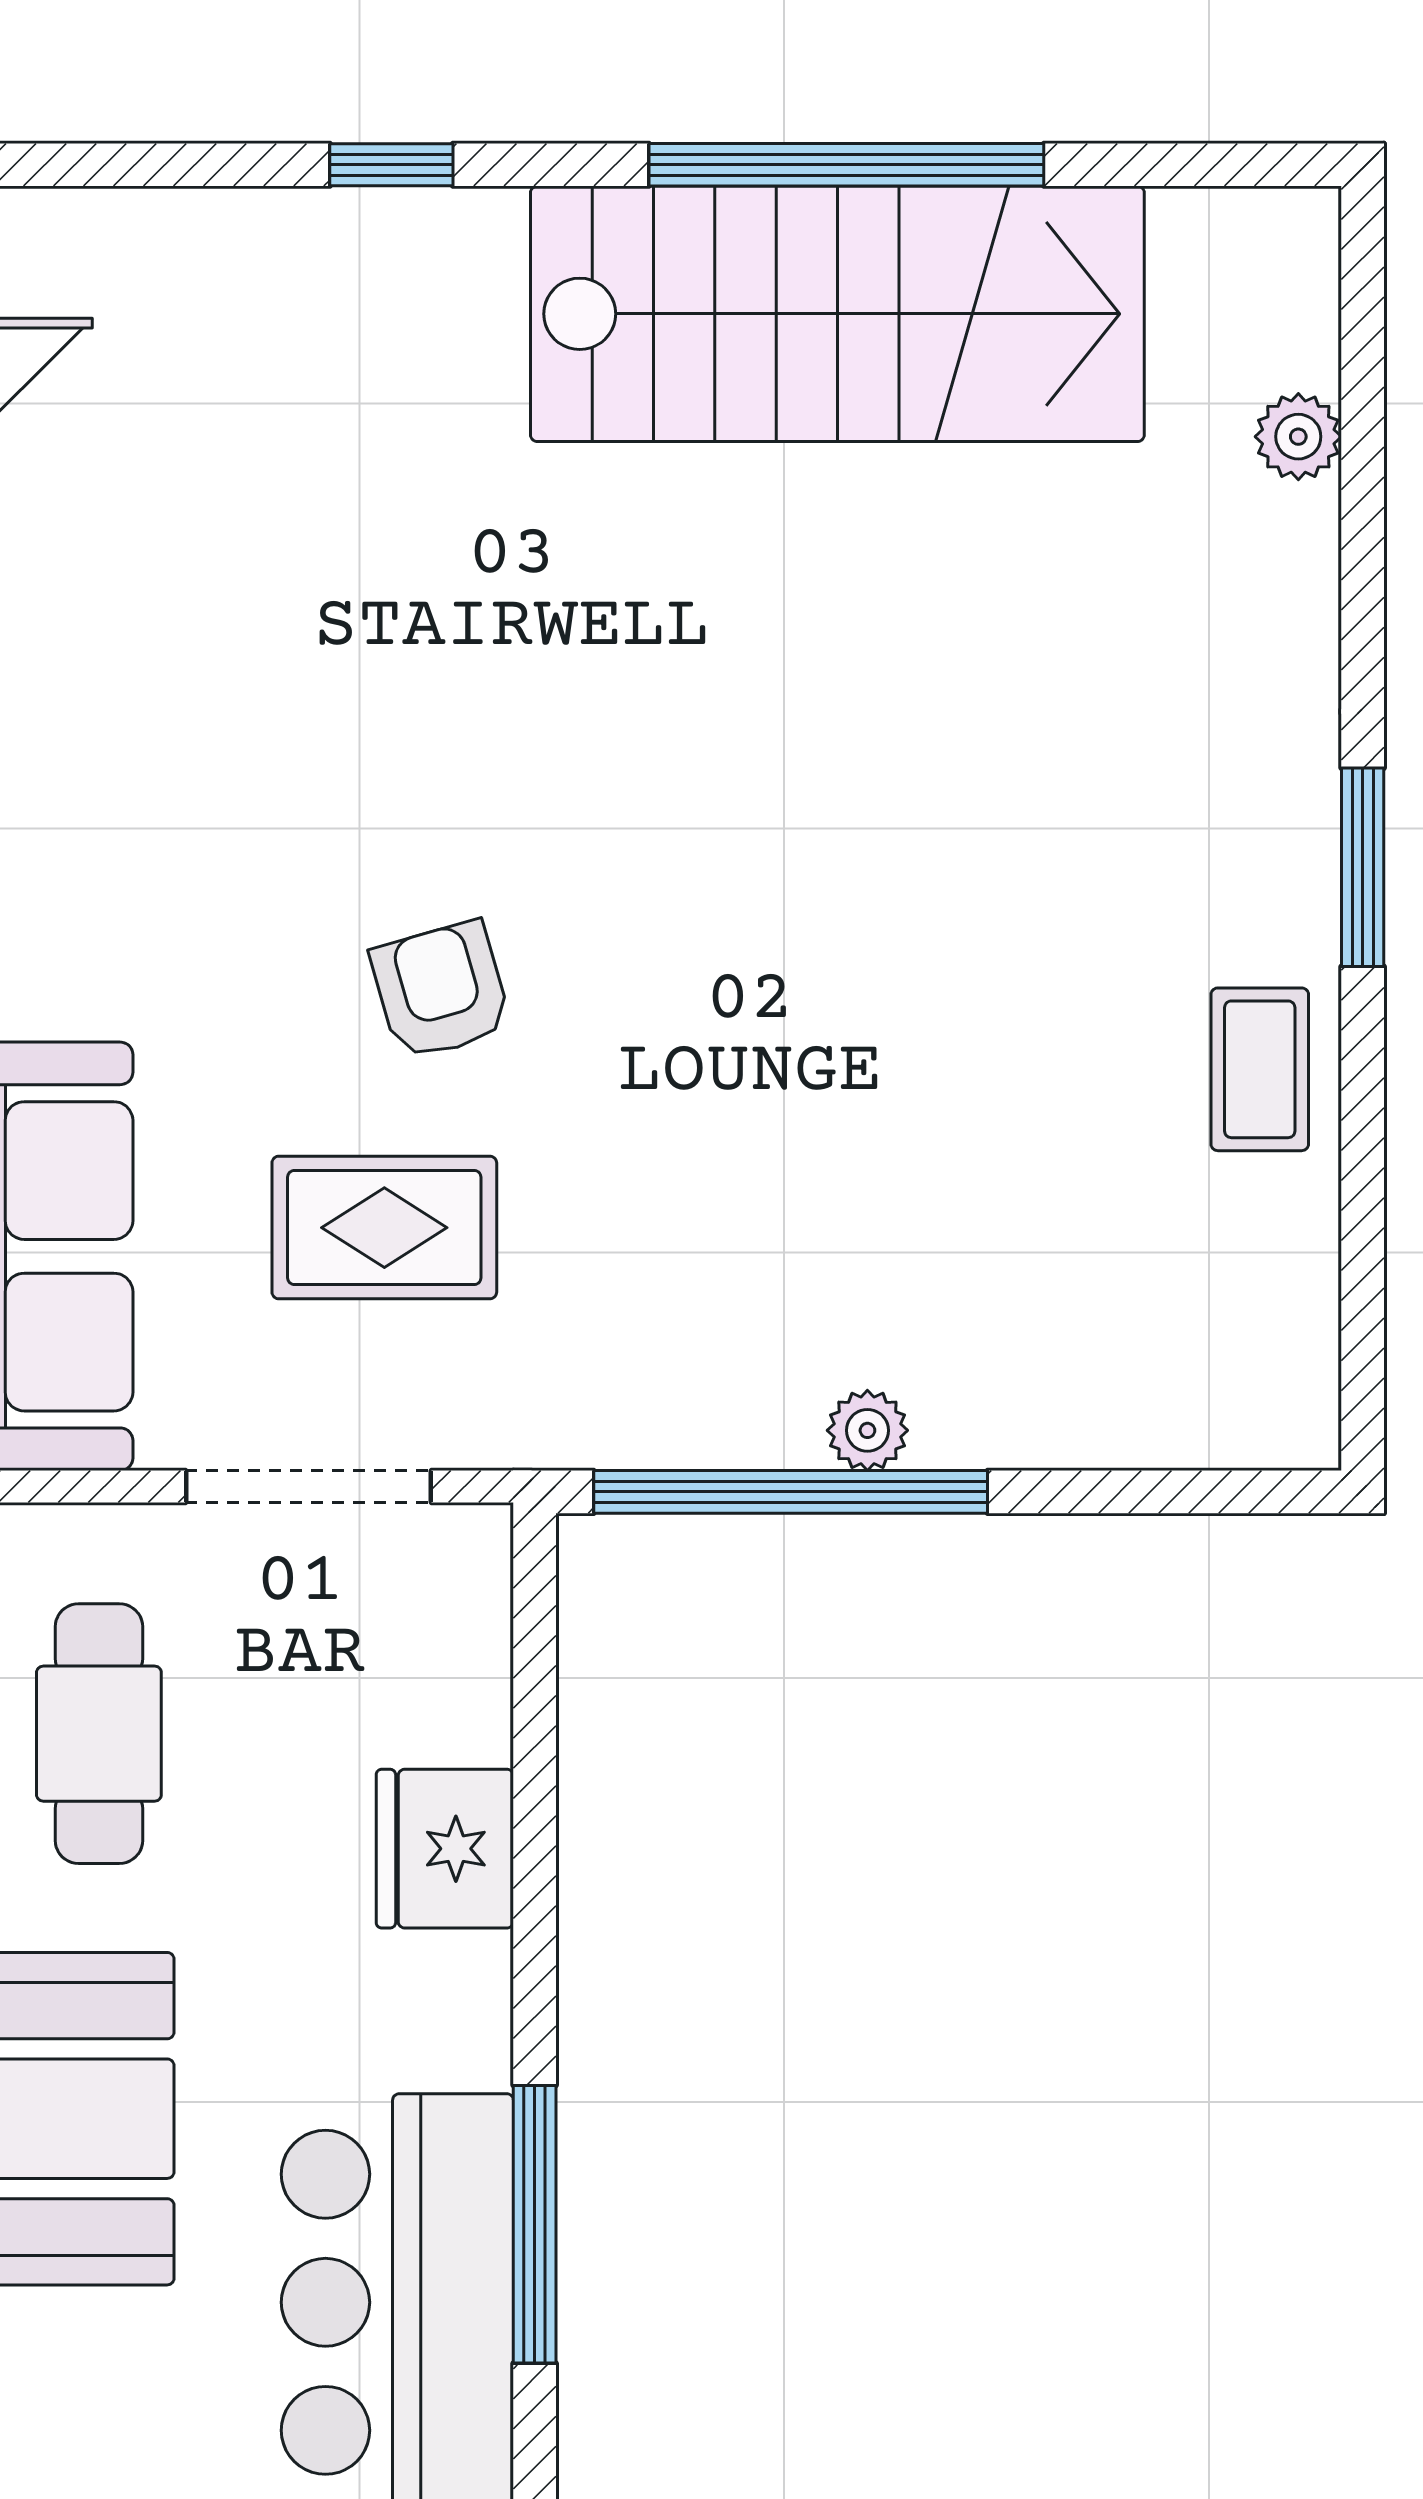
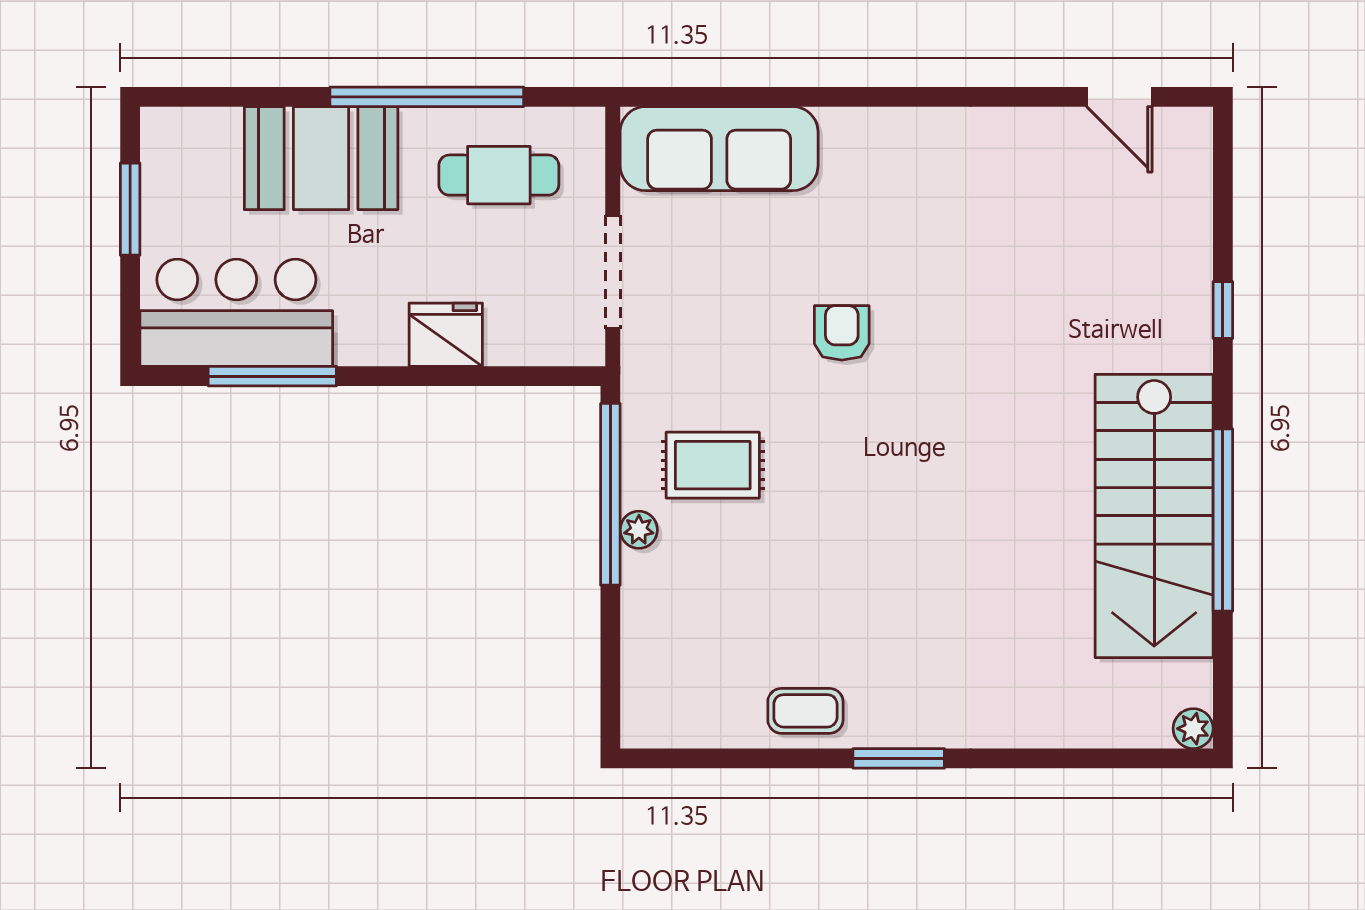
plant: (1298, 437) -> (1193, 729), moved
armchair: (441, 990) -> (842, 333), turned -74
rug: (384, 1228) -> (713, 465), moved, turned 90

